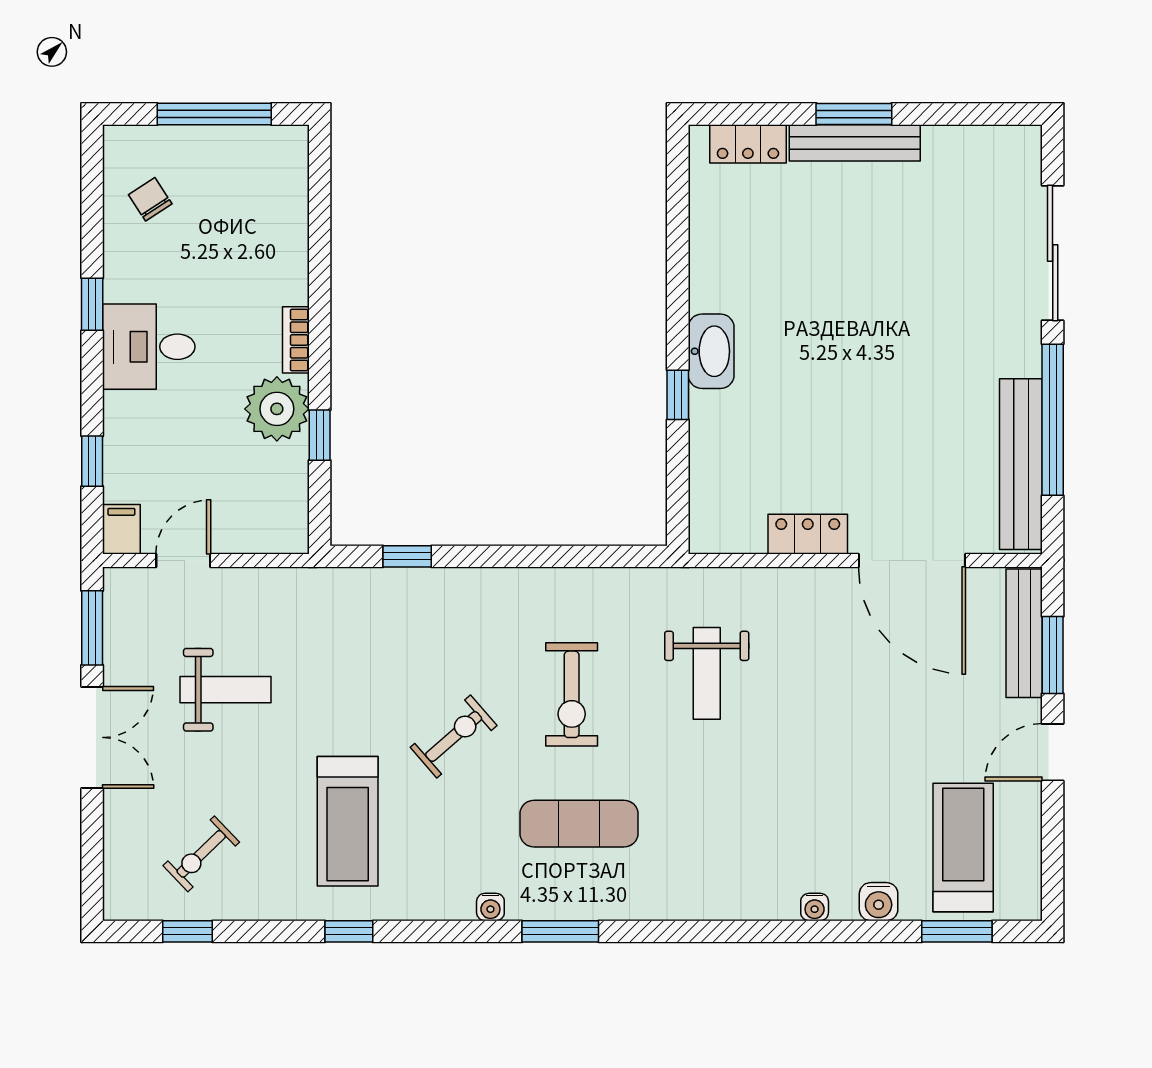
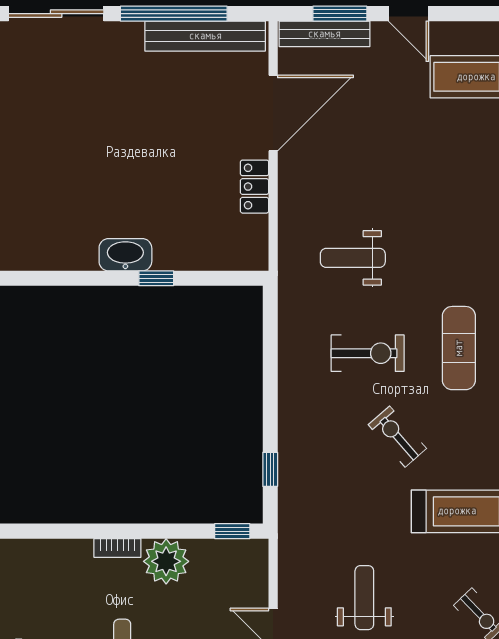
window: (320, 435) -> (232, 531), moved
weight bench: (707, 673) -> (353, 258), turned 180

